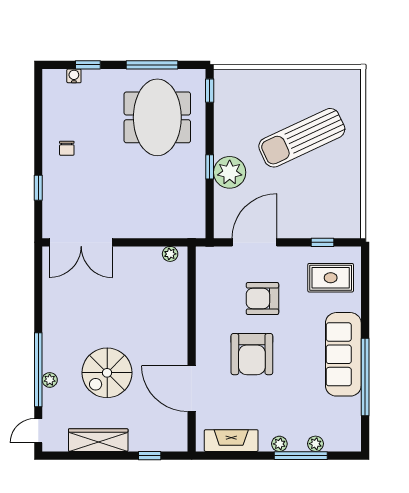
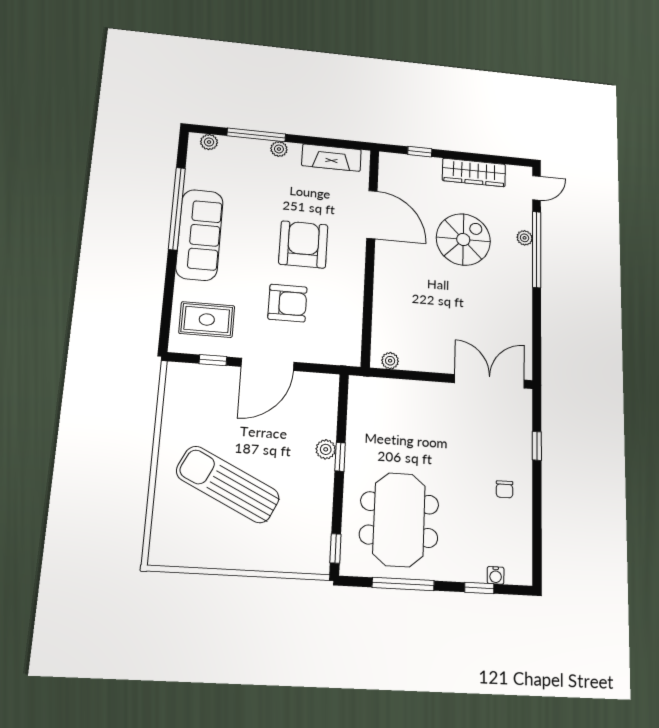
sun lounger: (302, 138) -> (228, 484), turned -129
chair: (67, 148) -> (505, 489), turned 180
plant: (230, 172) -> (326, 449), width x0.53, depth x0.53
door: (255, 242) -> (268, 364), moved
plant: (315, 444) -> (209, 142), moved

